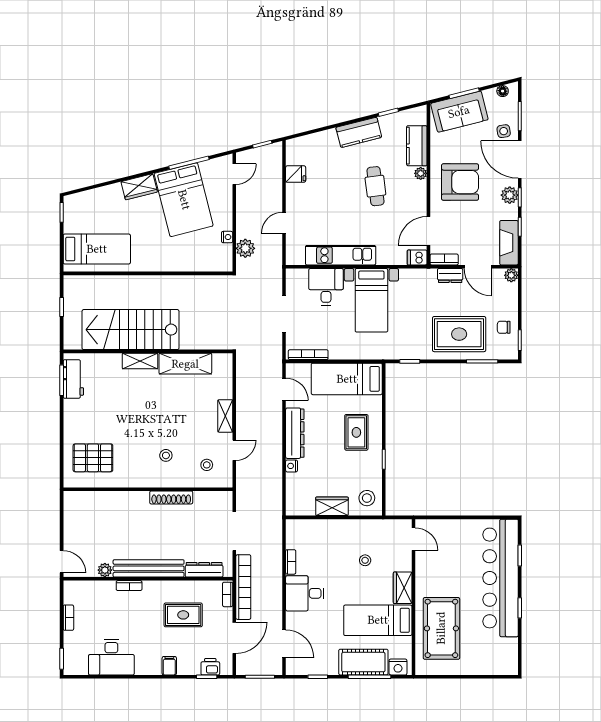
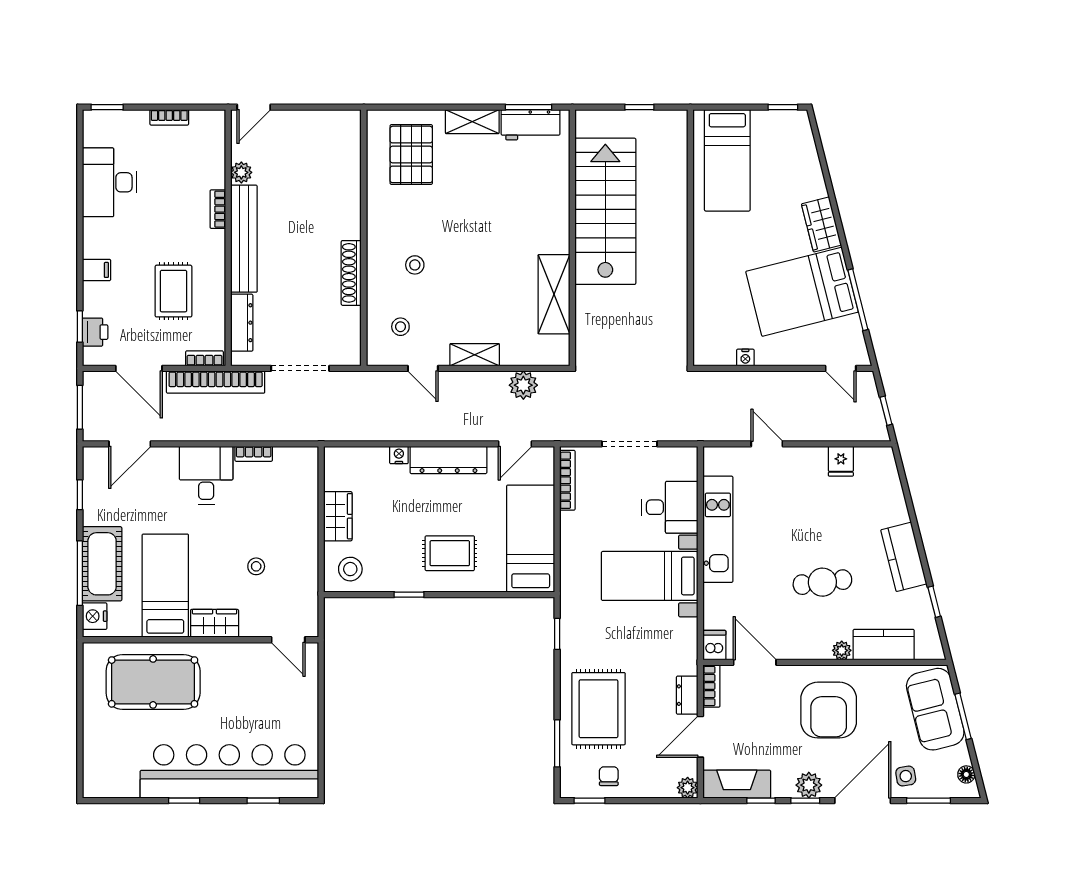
plant: (245, 248) -> (523, 385), moved
shelving: (140, 361) -> (472, 122), moved, turned 90
door: (414, 539) -> (288, 640), hinge flipped

